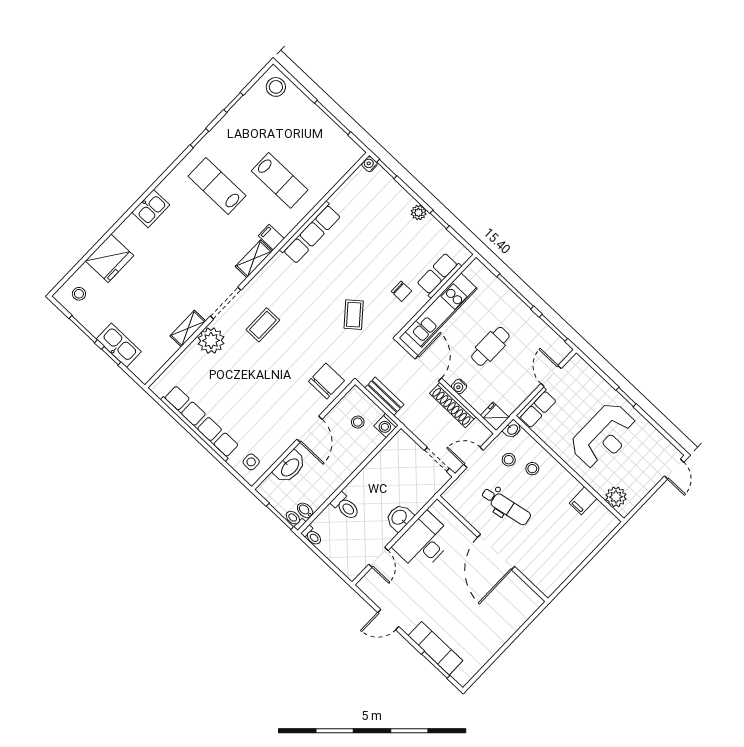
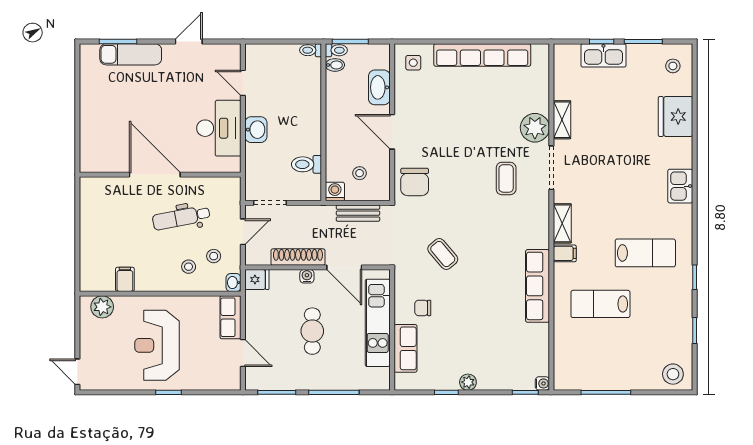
toilet: (345, 506) -> (306, 164), moved

